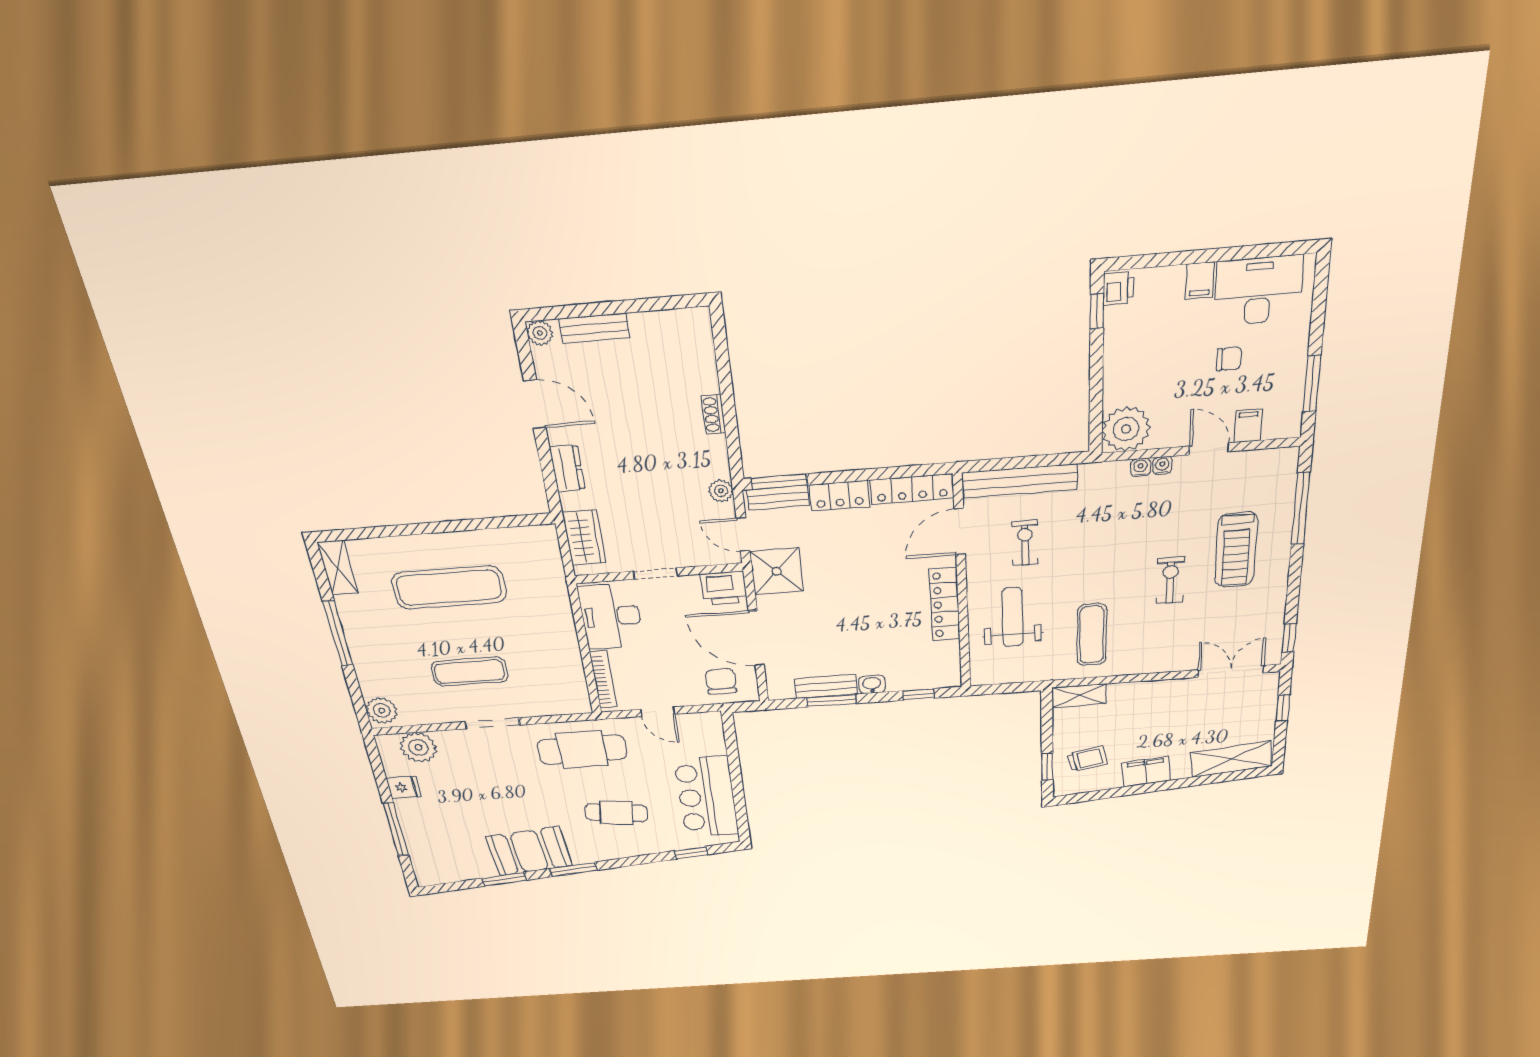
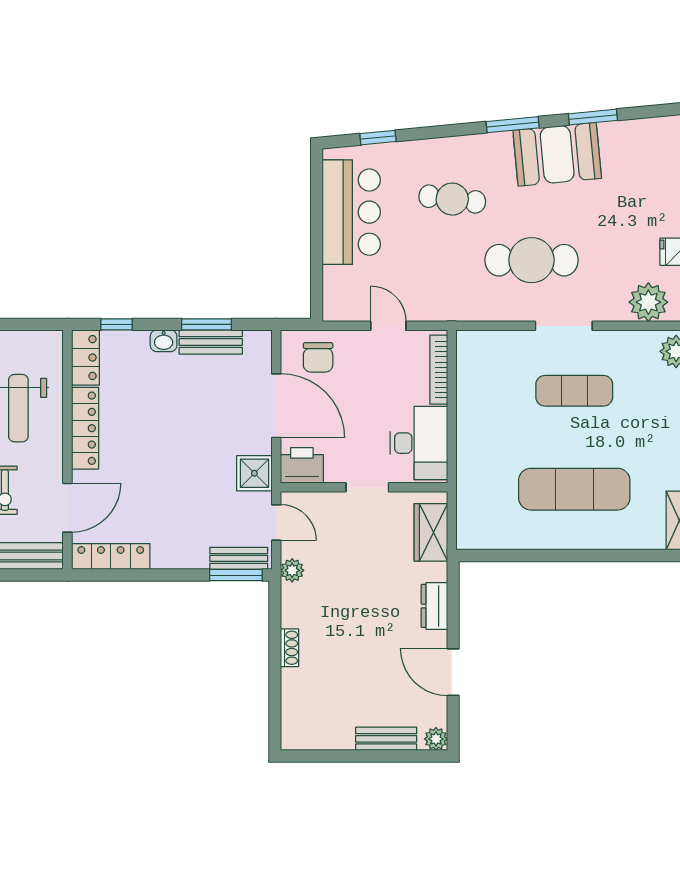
locker: (839, 496) -> (85, 358), moved, turned 90
shower: (777, 571) -> (254, 473), width x0.73, depth x0.73
cafe table: (582, 750) -> (532, 260), moved

